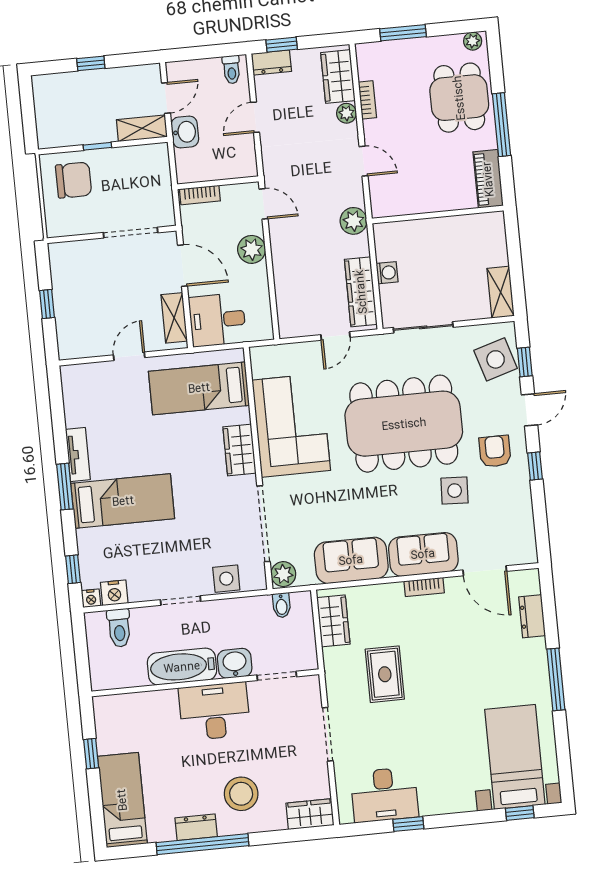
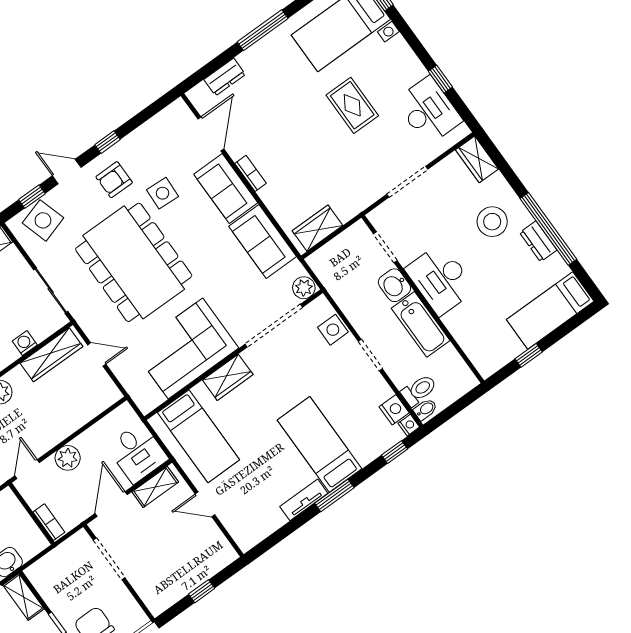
bidet: (282, 605) -> (425, 409), moved
rug: (385, 674) -> (352, 105), moved, turned 90

